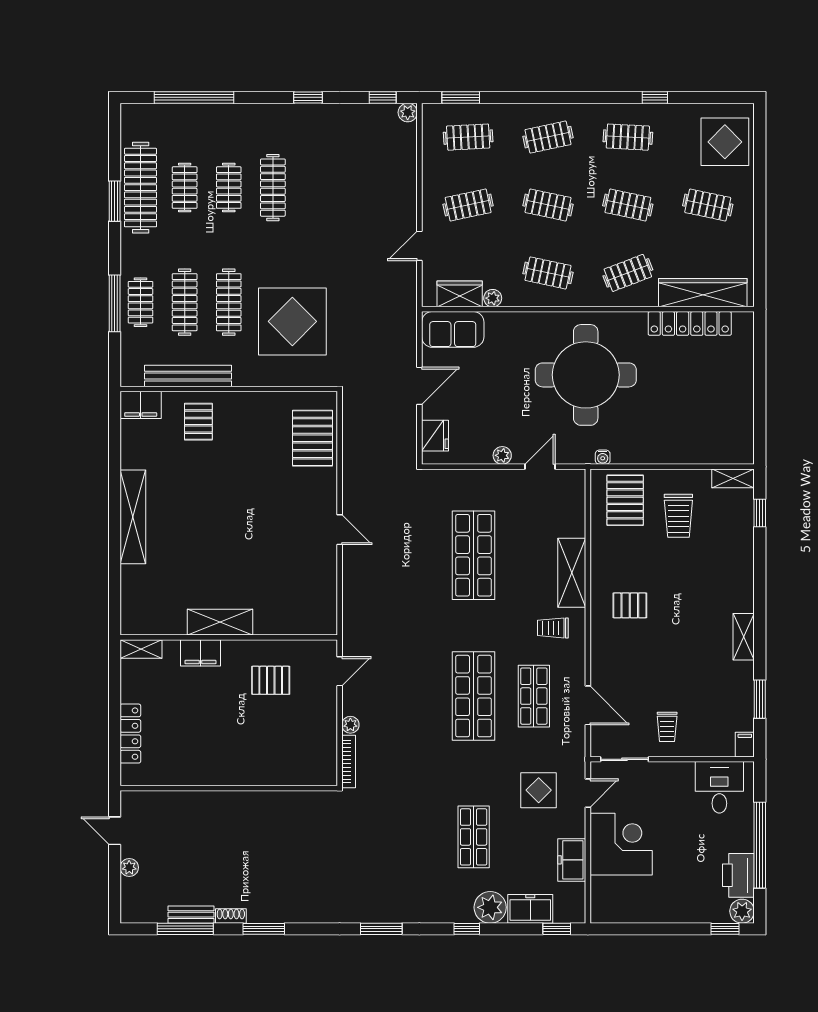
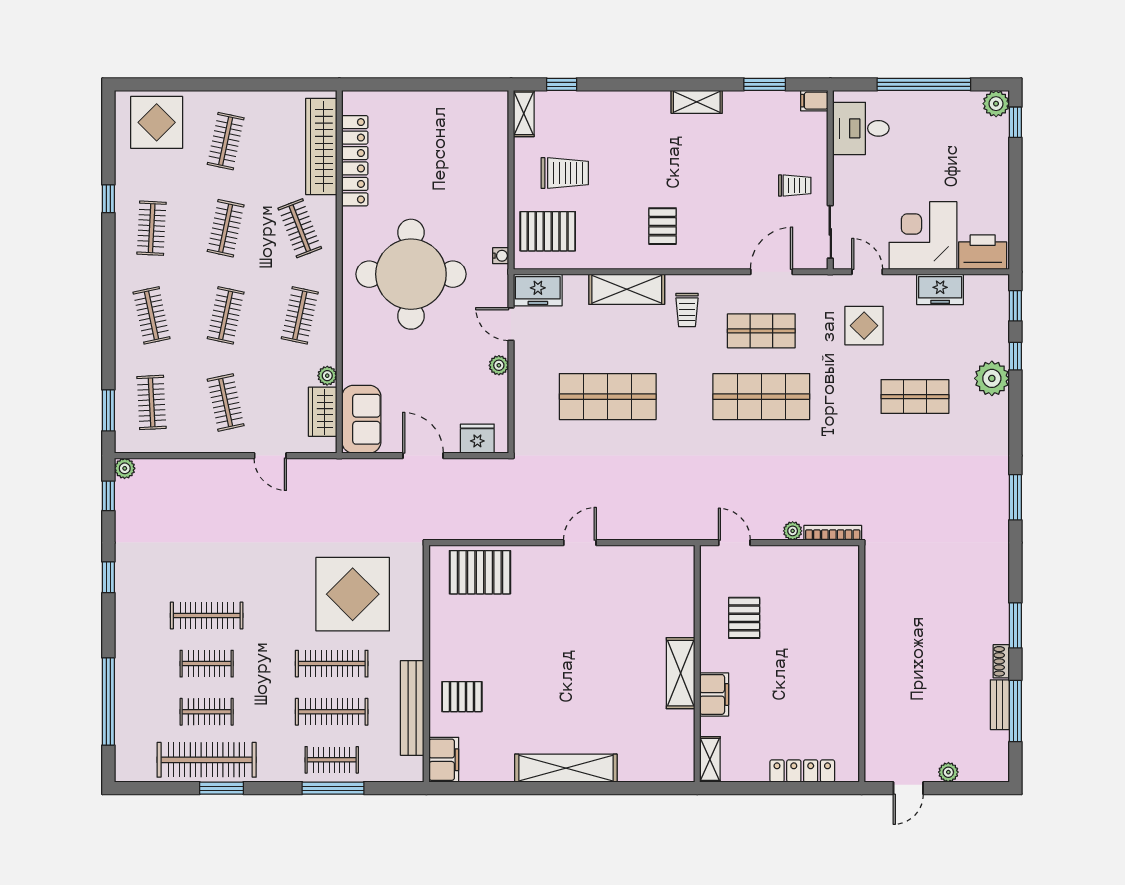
printer: (738, 875) -> (983, 252), moved, turned 180
freezer: (530, 909) -> (538, 290), moved, turned -90
window: (467, 929) -> (1015, 356), moved

